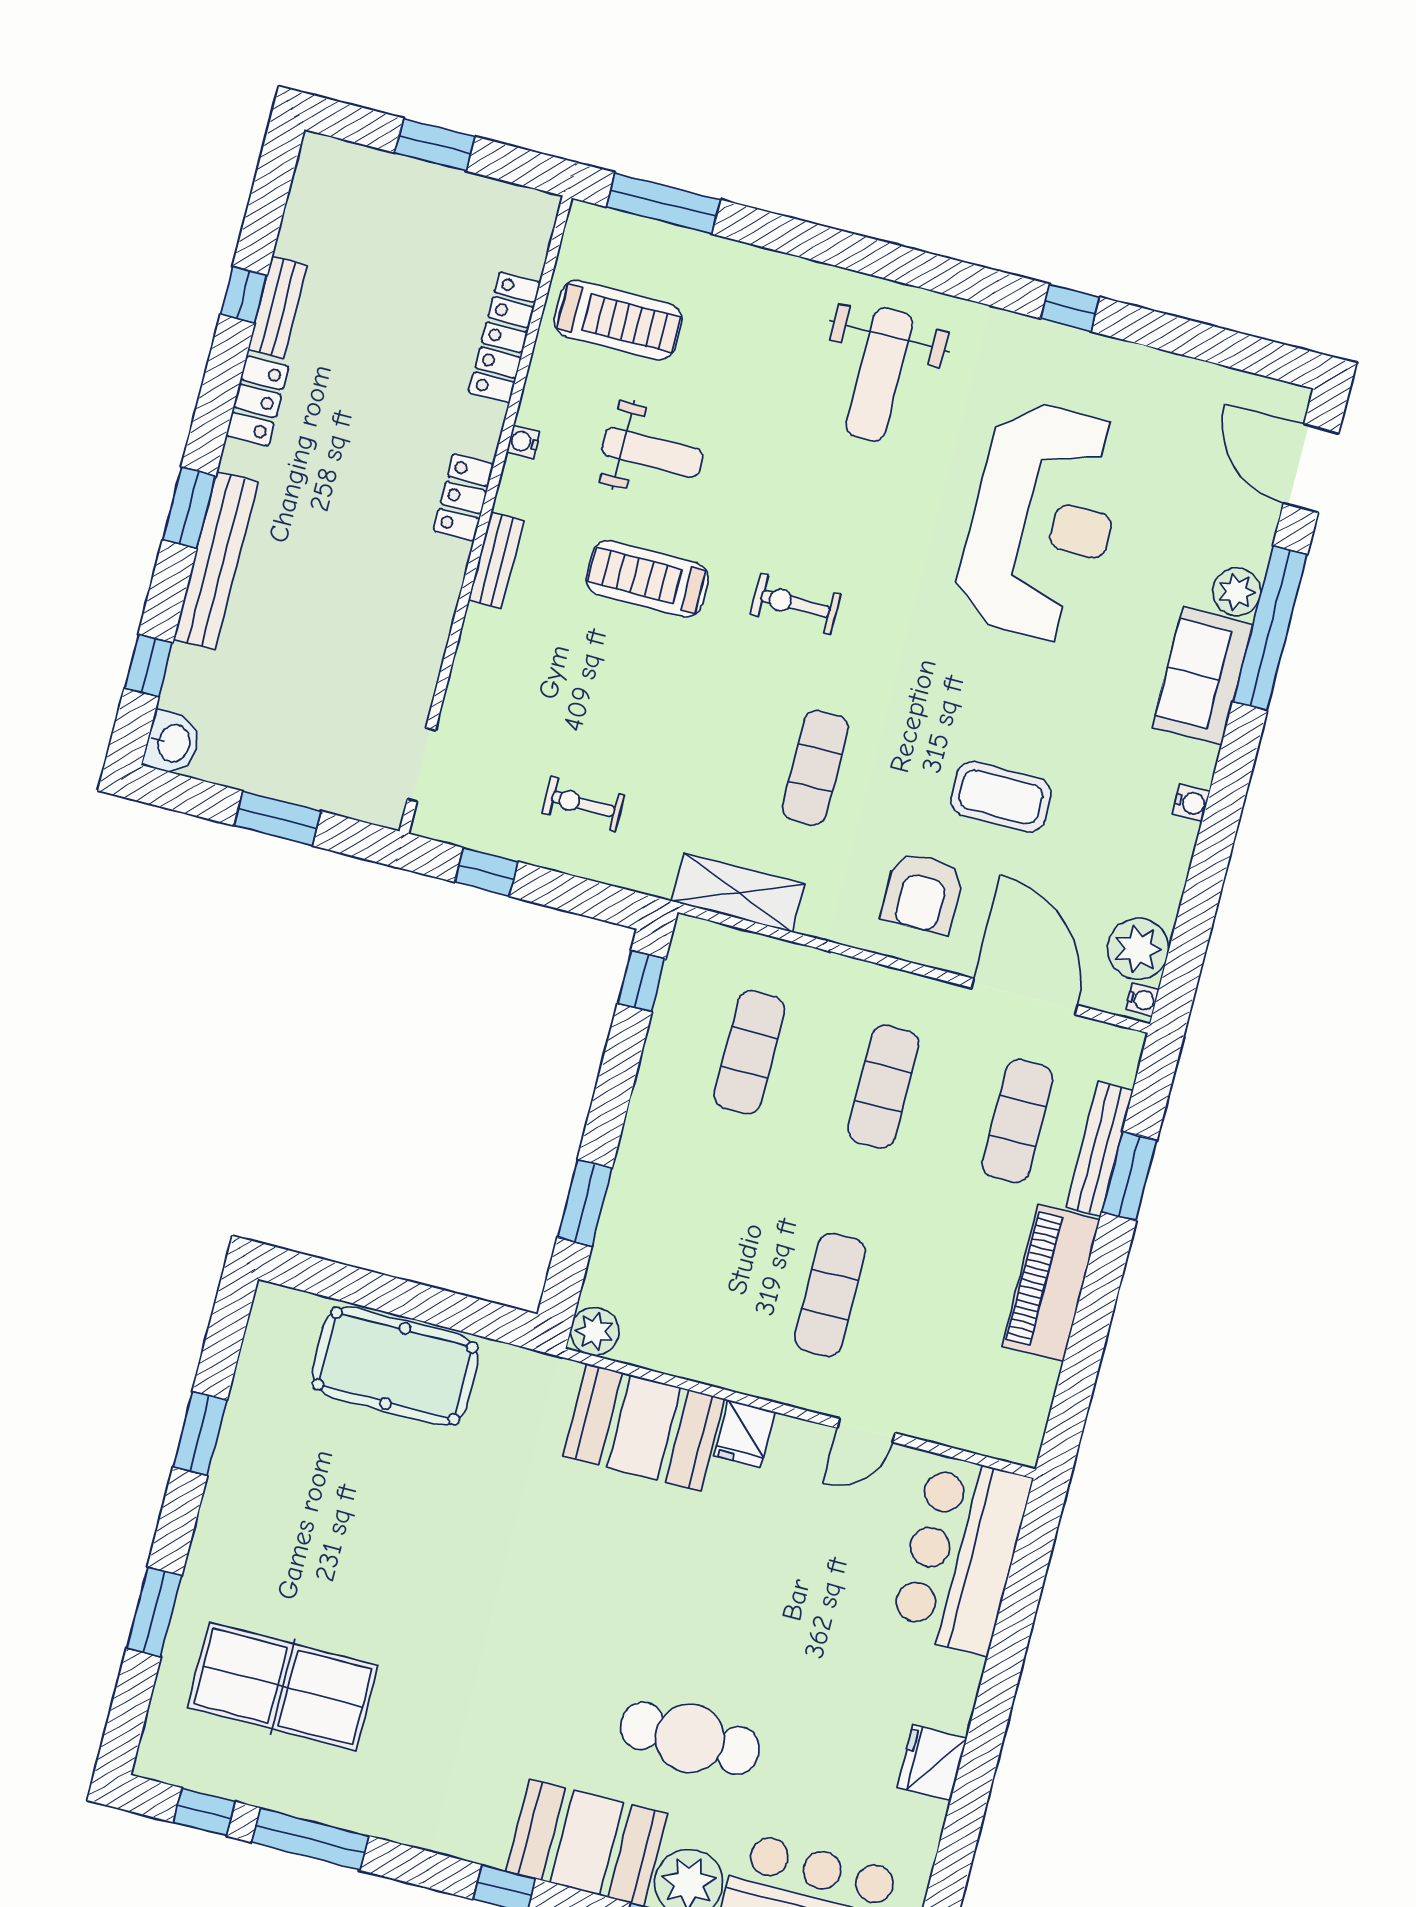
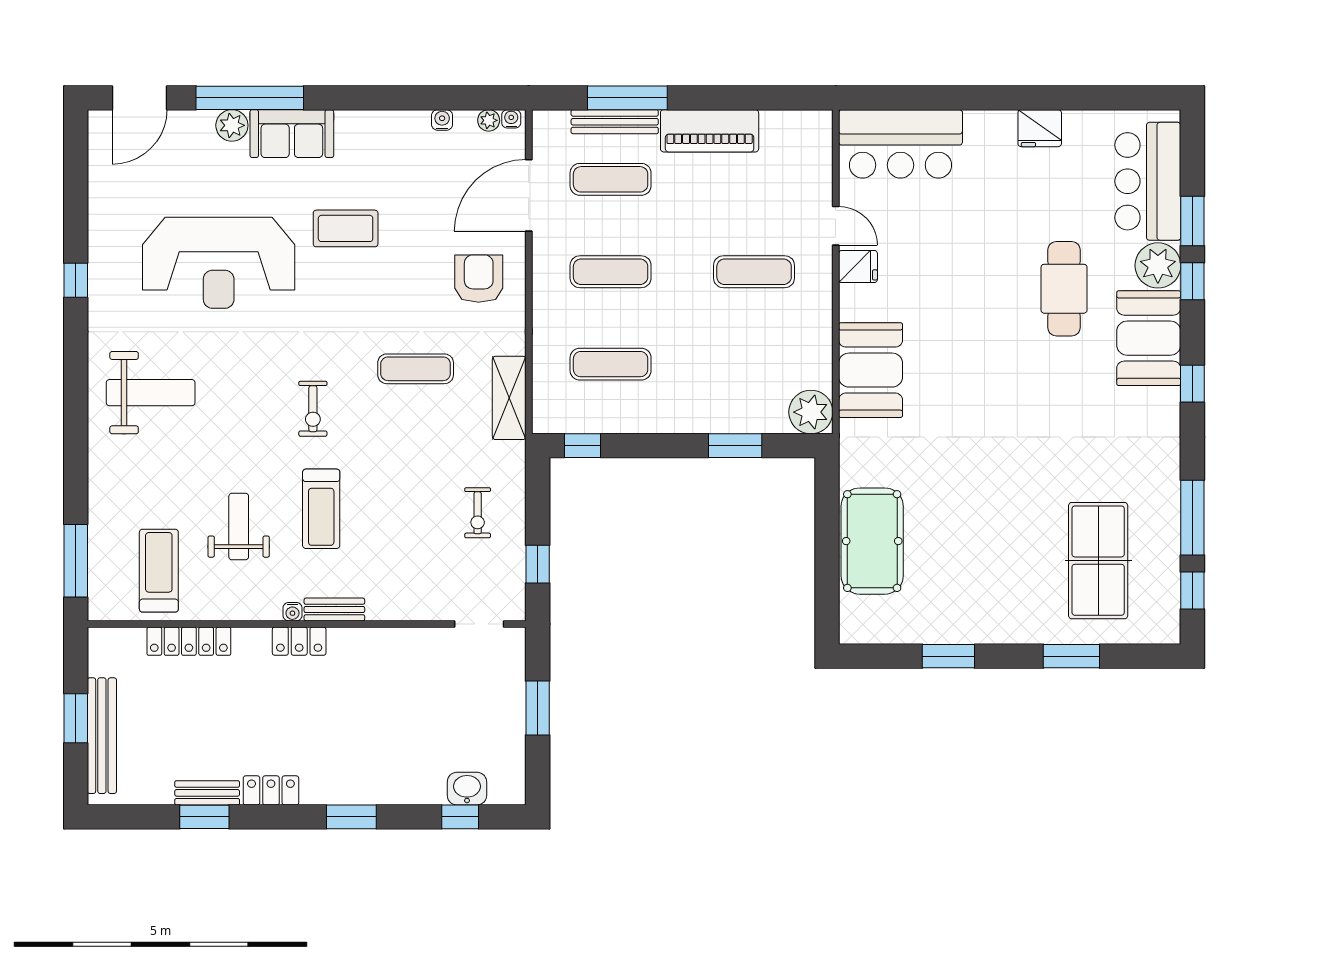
window: (244, 294) -> (204, 817), width x1.50
water cooler: (523, 442) -> (292, 612), moved
reception desk: (1042, 522) -> (219, 263), turned 180
bench: (216, 561) -> (102, 736), moved, turned 90
washbasin: (172, 743) -> (467, 789), moved
coffee table: (1001, 797) -> (346, 228), moved, turned 90
water cooler: (1191, 803) -> (442, 120), moved
armchair: (923, 893) -> (479, 279), turned -90
plant: (1138, 949) -> (489, 120), width x0.53, depth x0.53
window: (1129, 1176) -> (627, 98), width x1.44
plant: (595, 1331) -> (811, 412), width x1.36, depth x1.36
fridge: (744, 1434) -> (858, 266), moved

